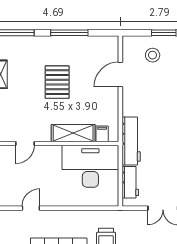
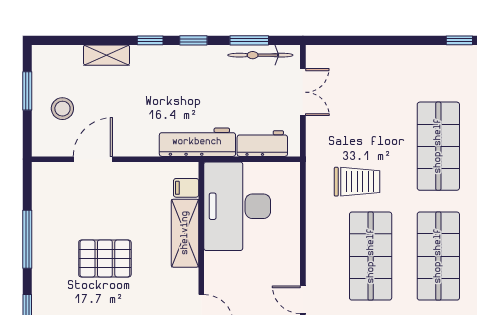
door: (120, 74) -> (93, 159), swing flipped

